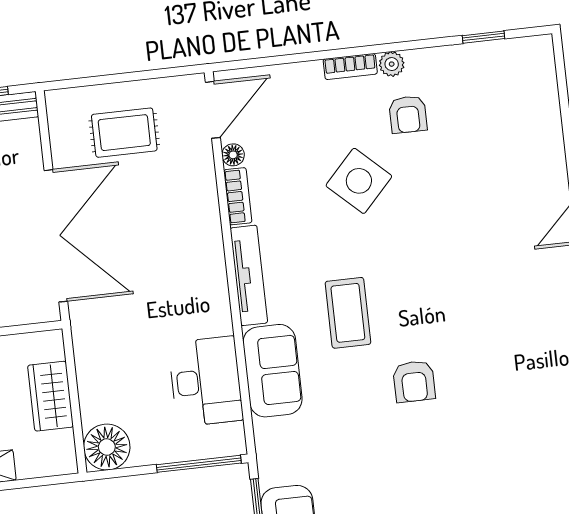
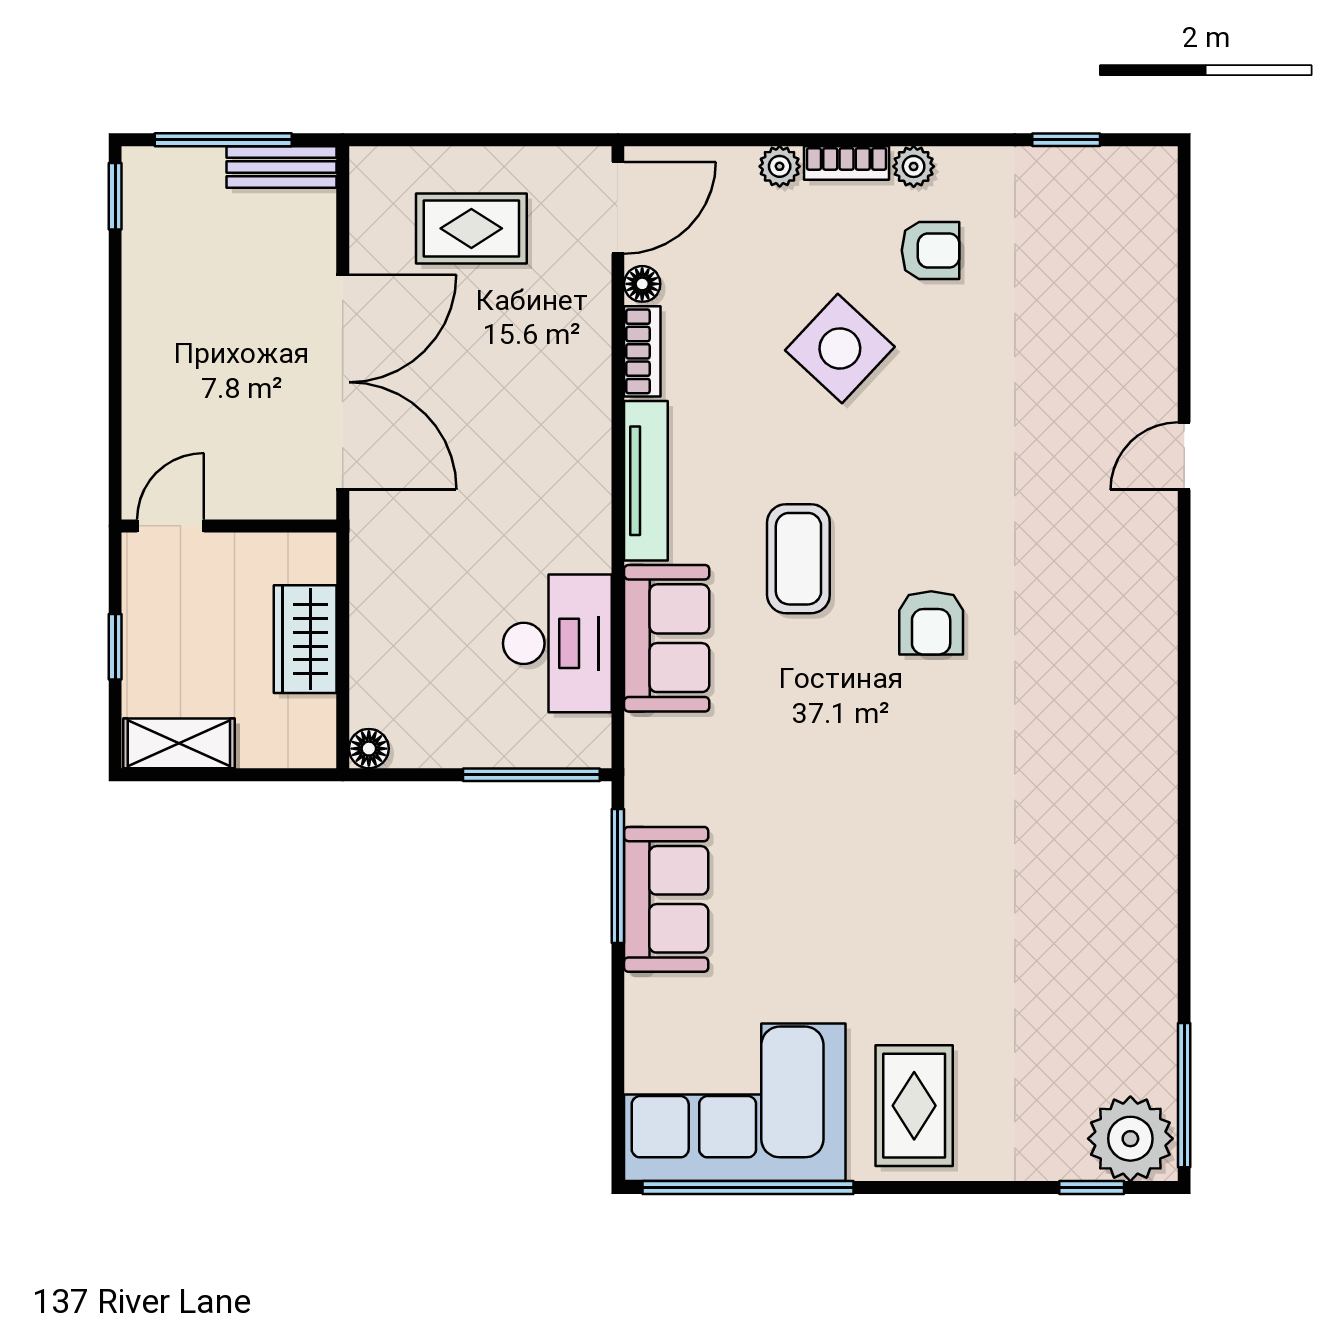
plant: (309, 73) -> (780, 166), added
armchair: (408, 114) -> (931, 250), turned -90
armchair: (414, 381) -> (931, 623), moved
floor lamp: (107, 447) -> (369, 749), width x0.53, depth x0.53

